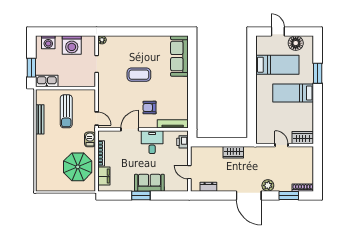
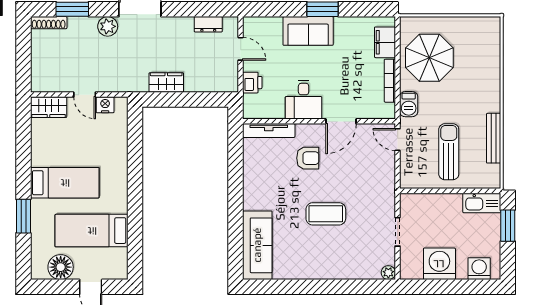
nightstand: (269, 139) -> (105, 105), added
printer: (182, 142) -> (252, 83), moved

